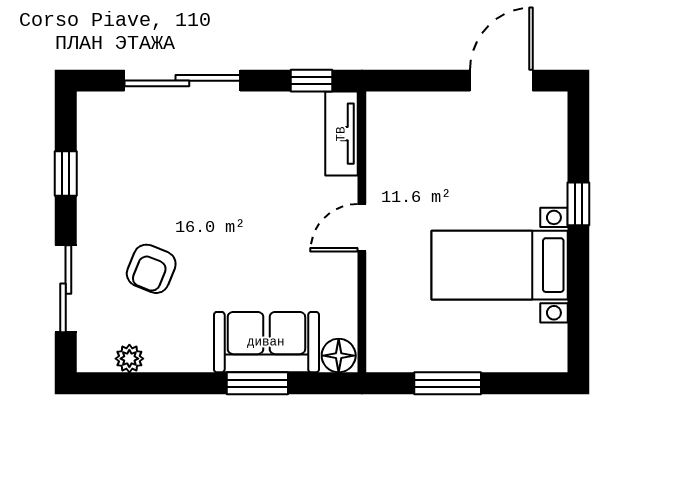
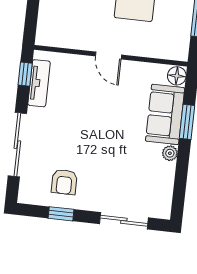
tv unit: (341, 134) -> (39, 83), moved, turned -90
armchair: (151, 269) -> (64, 182), moved, turned 68
plant: (129, 359) -> (170, 153), moved

